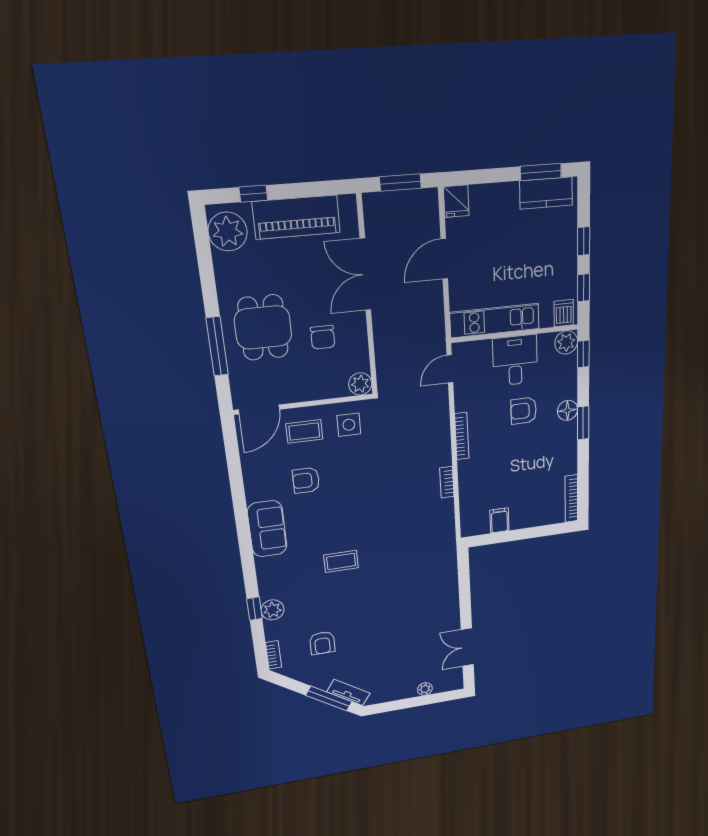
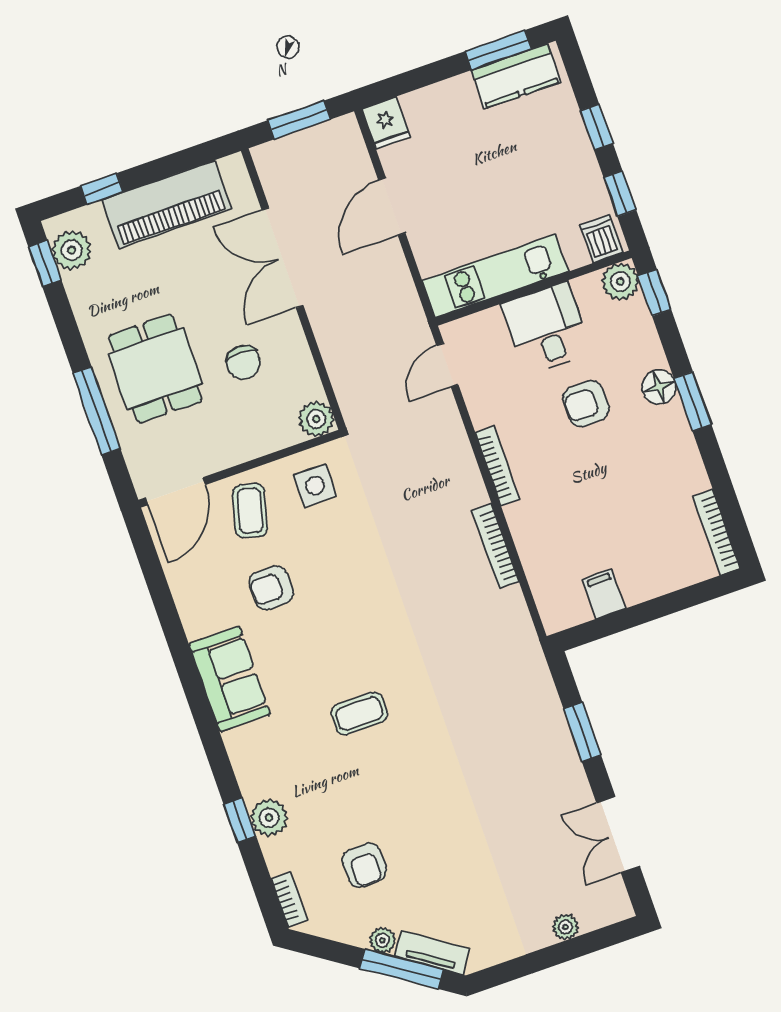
plant: (228, 232) -> (72, 250), width x0.73, depth x0.73
window: (201, 236) -> (45, 264), added
coffee table: (304, 431) -> (250, 511), turned -75
bookcase: (447, 482) -> (495, 546), width x1.56
window: (465, 592) -> (582, 732), added
plant: (322, 683) -> (382, 940), added

